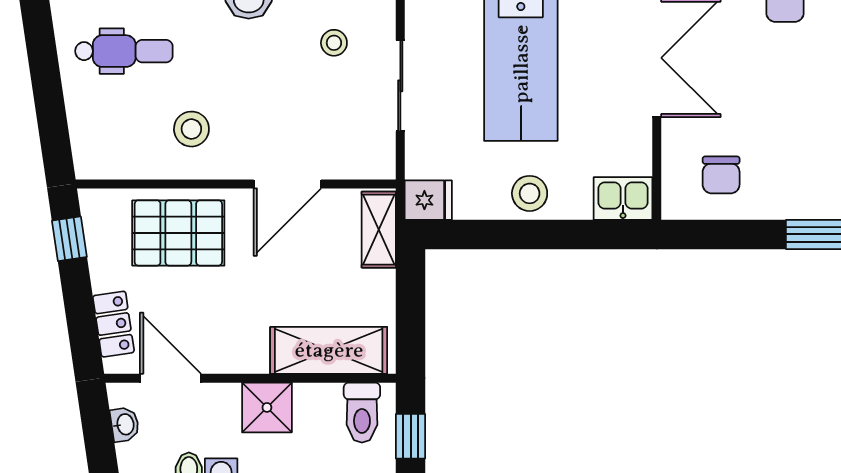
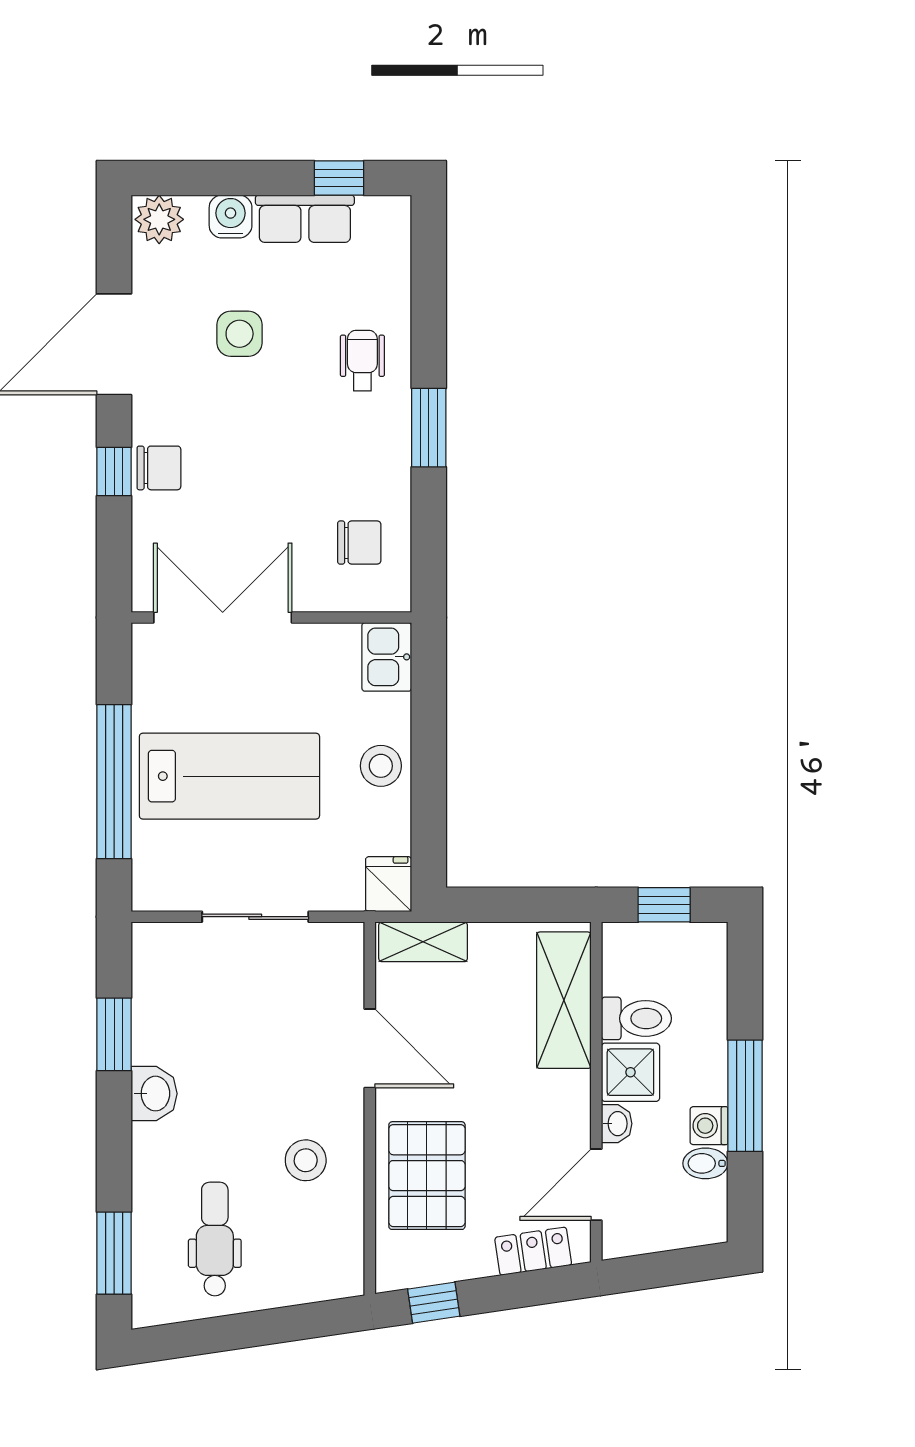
stool: (334, 43) -> (205, 994), removed
toilet: (362, 413) -> (636, 1018), moved
washbasin: (125, 424) -> (617, 1124), moved, turned 98

